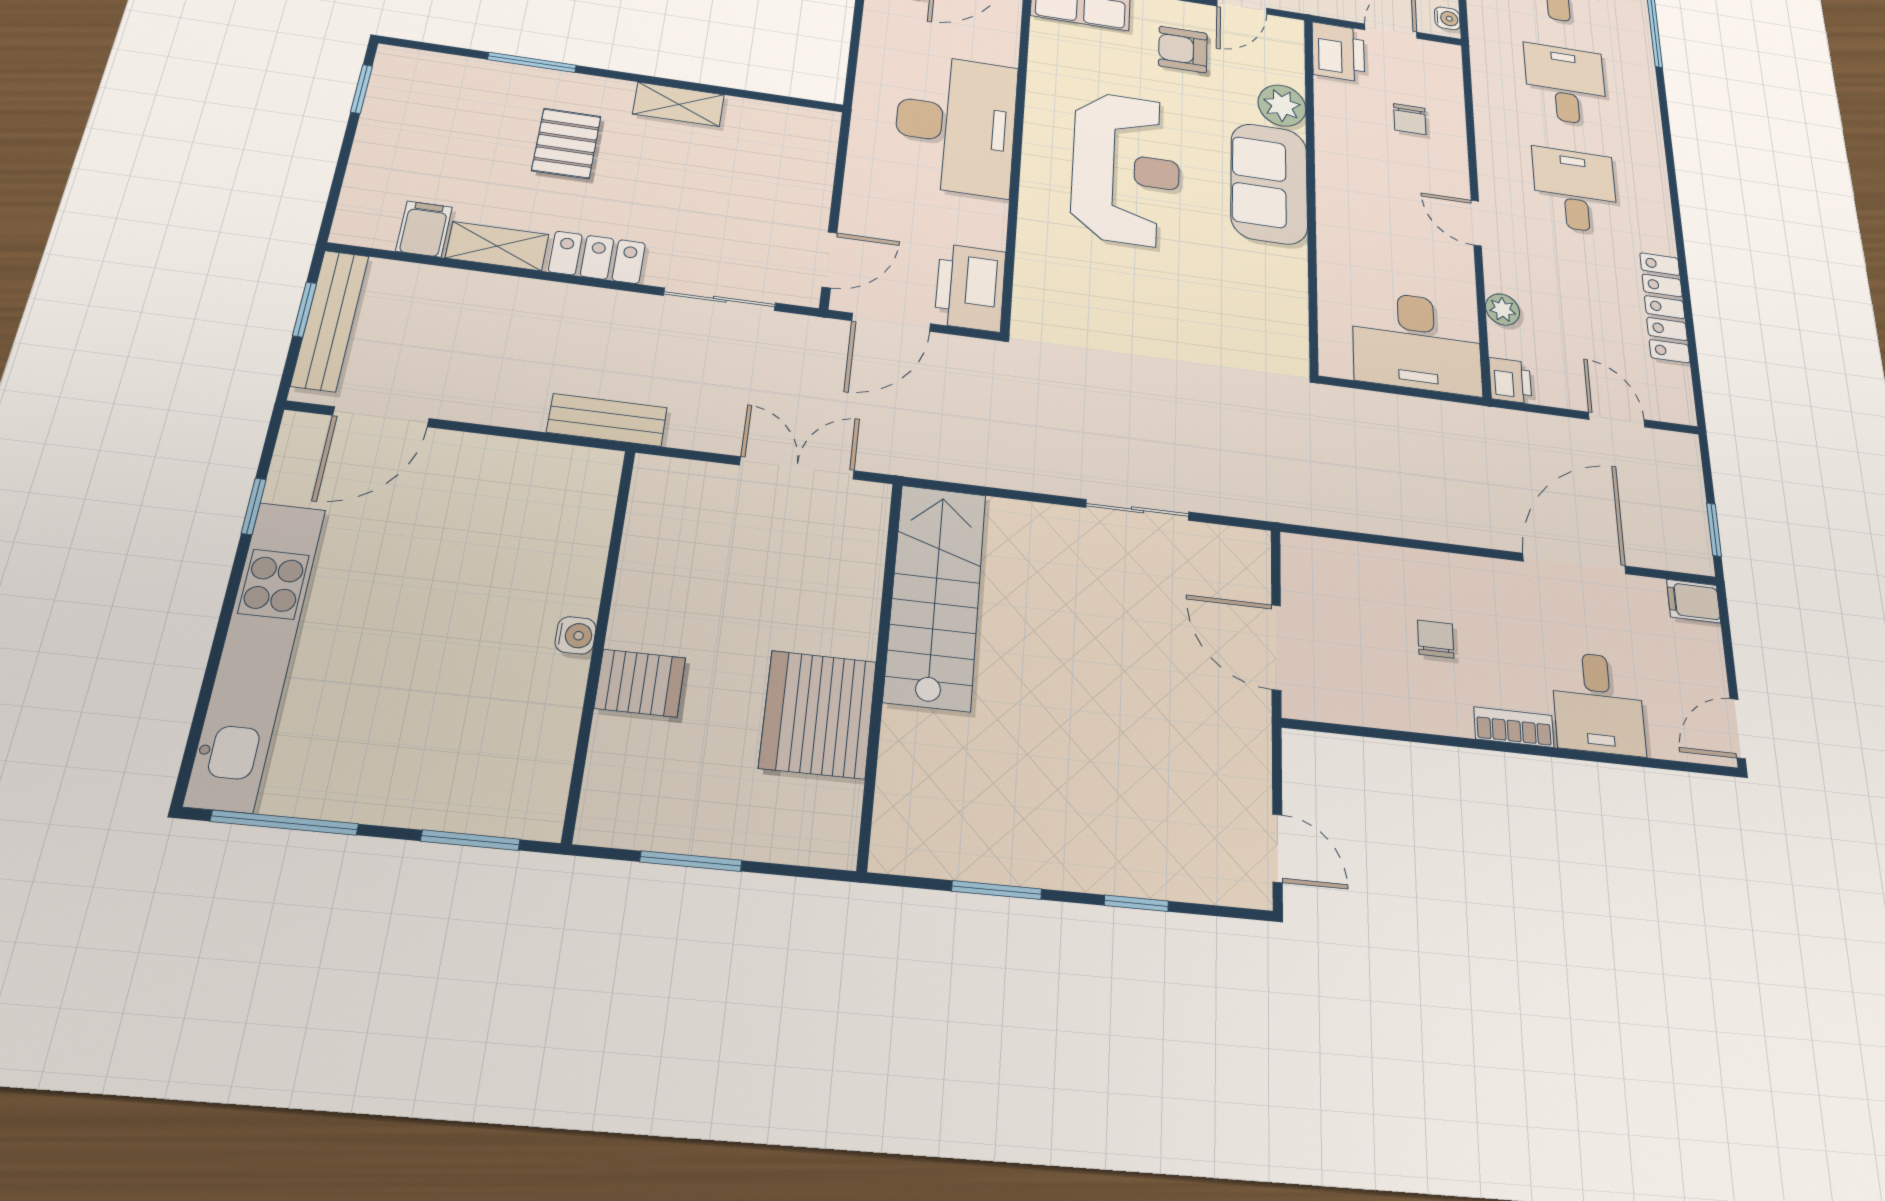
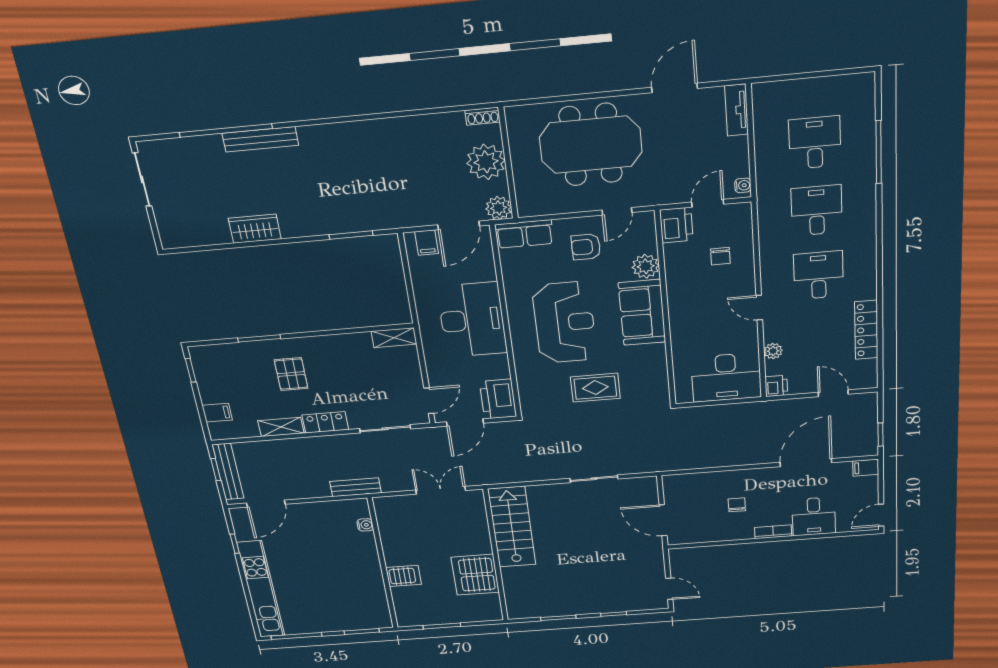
shelving: (679, 104) -> (394, 338), moved
filing cabinet: (424, 229) -> (217, 413), moved, turned 90
rug: (1166, 307) -> (595, 388), added
water cooler: (576, 635) -> (365, 525), moved

